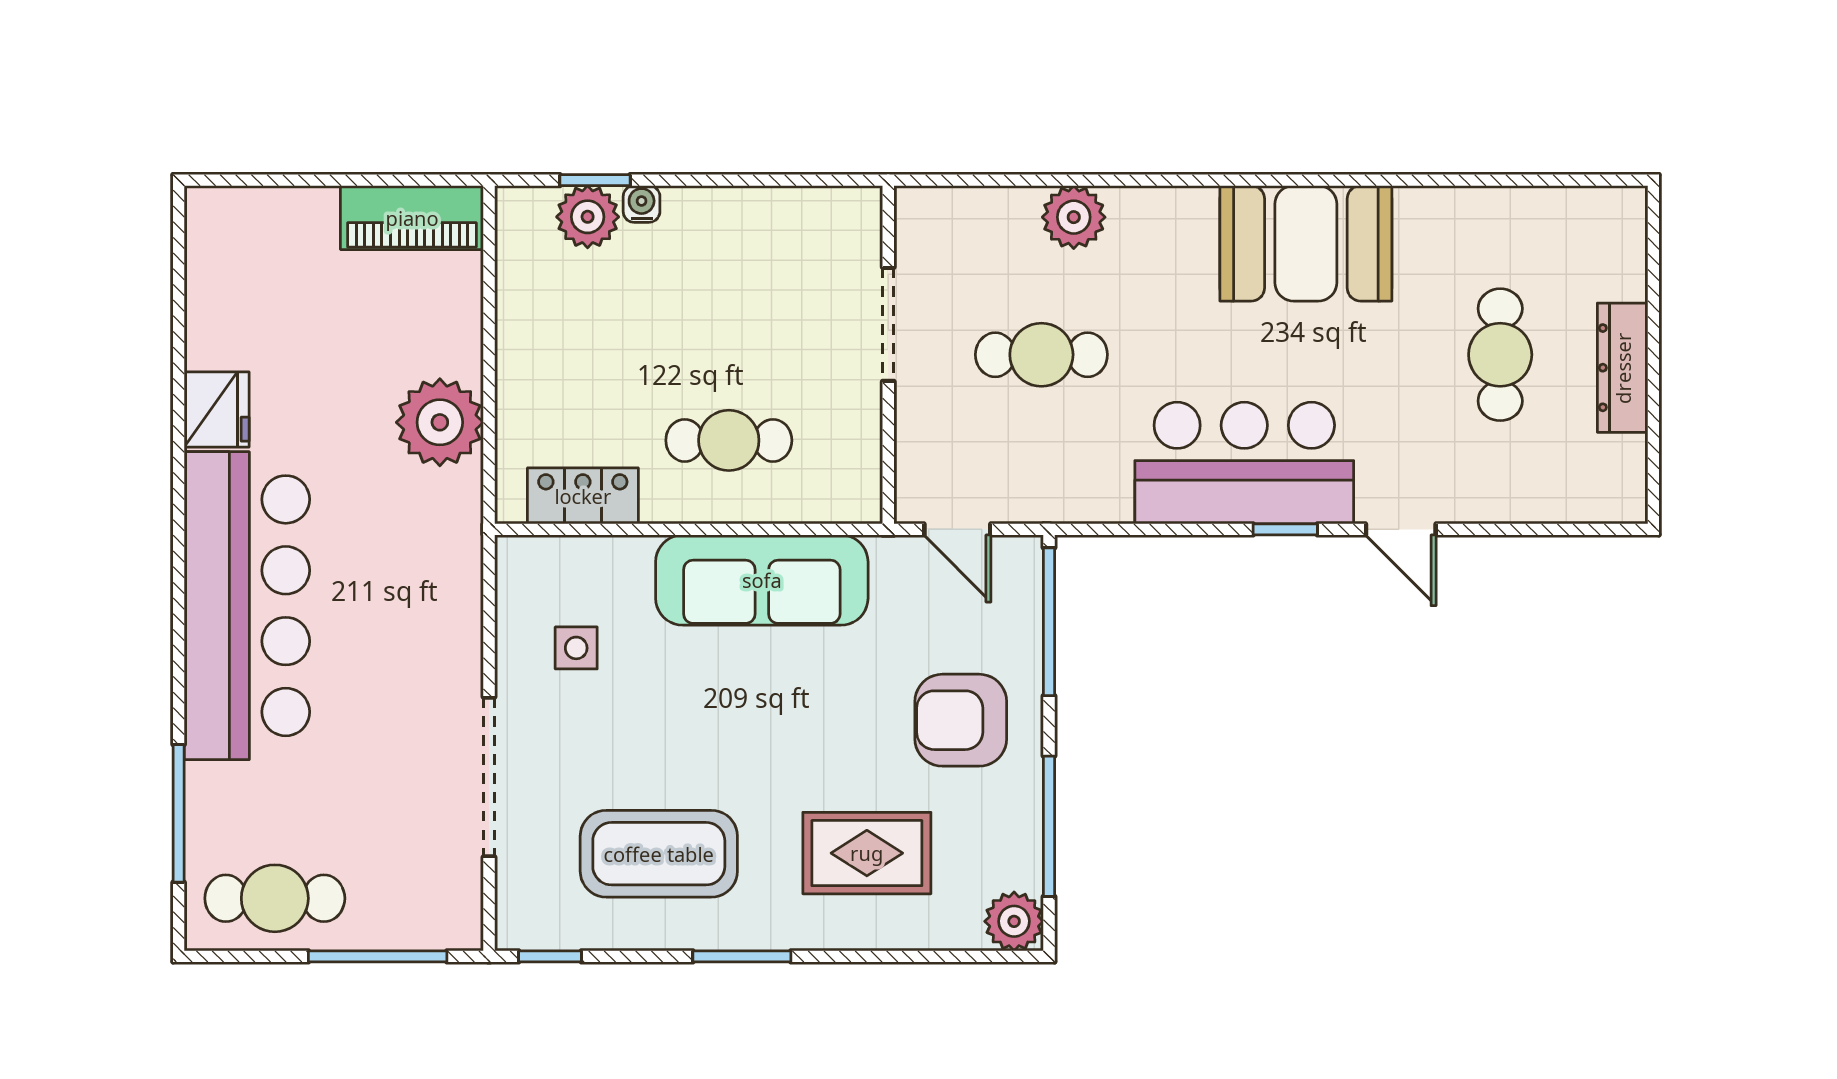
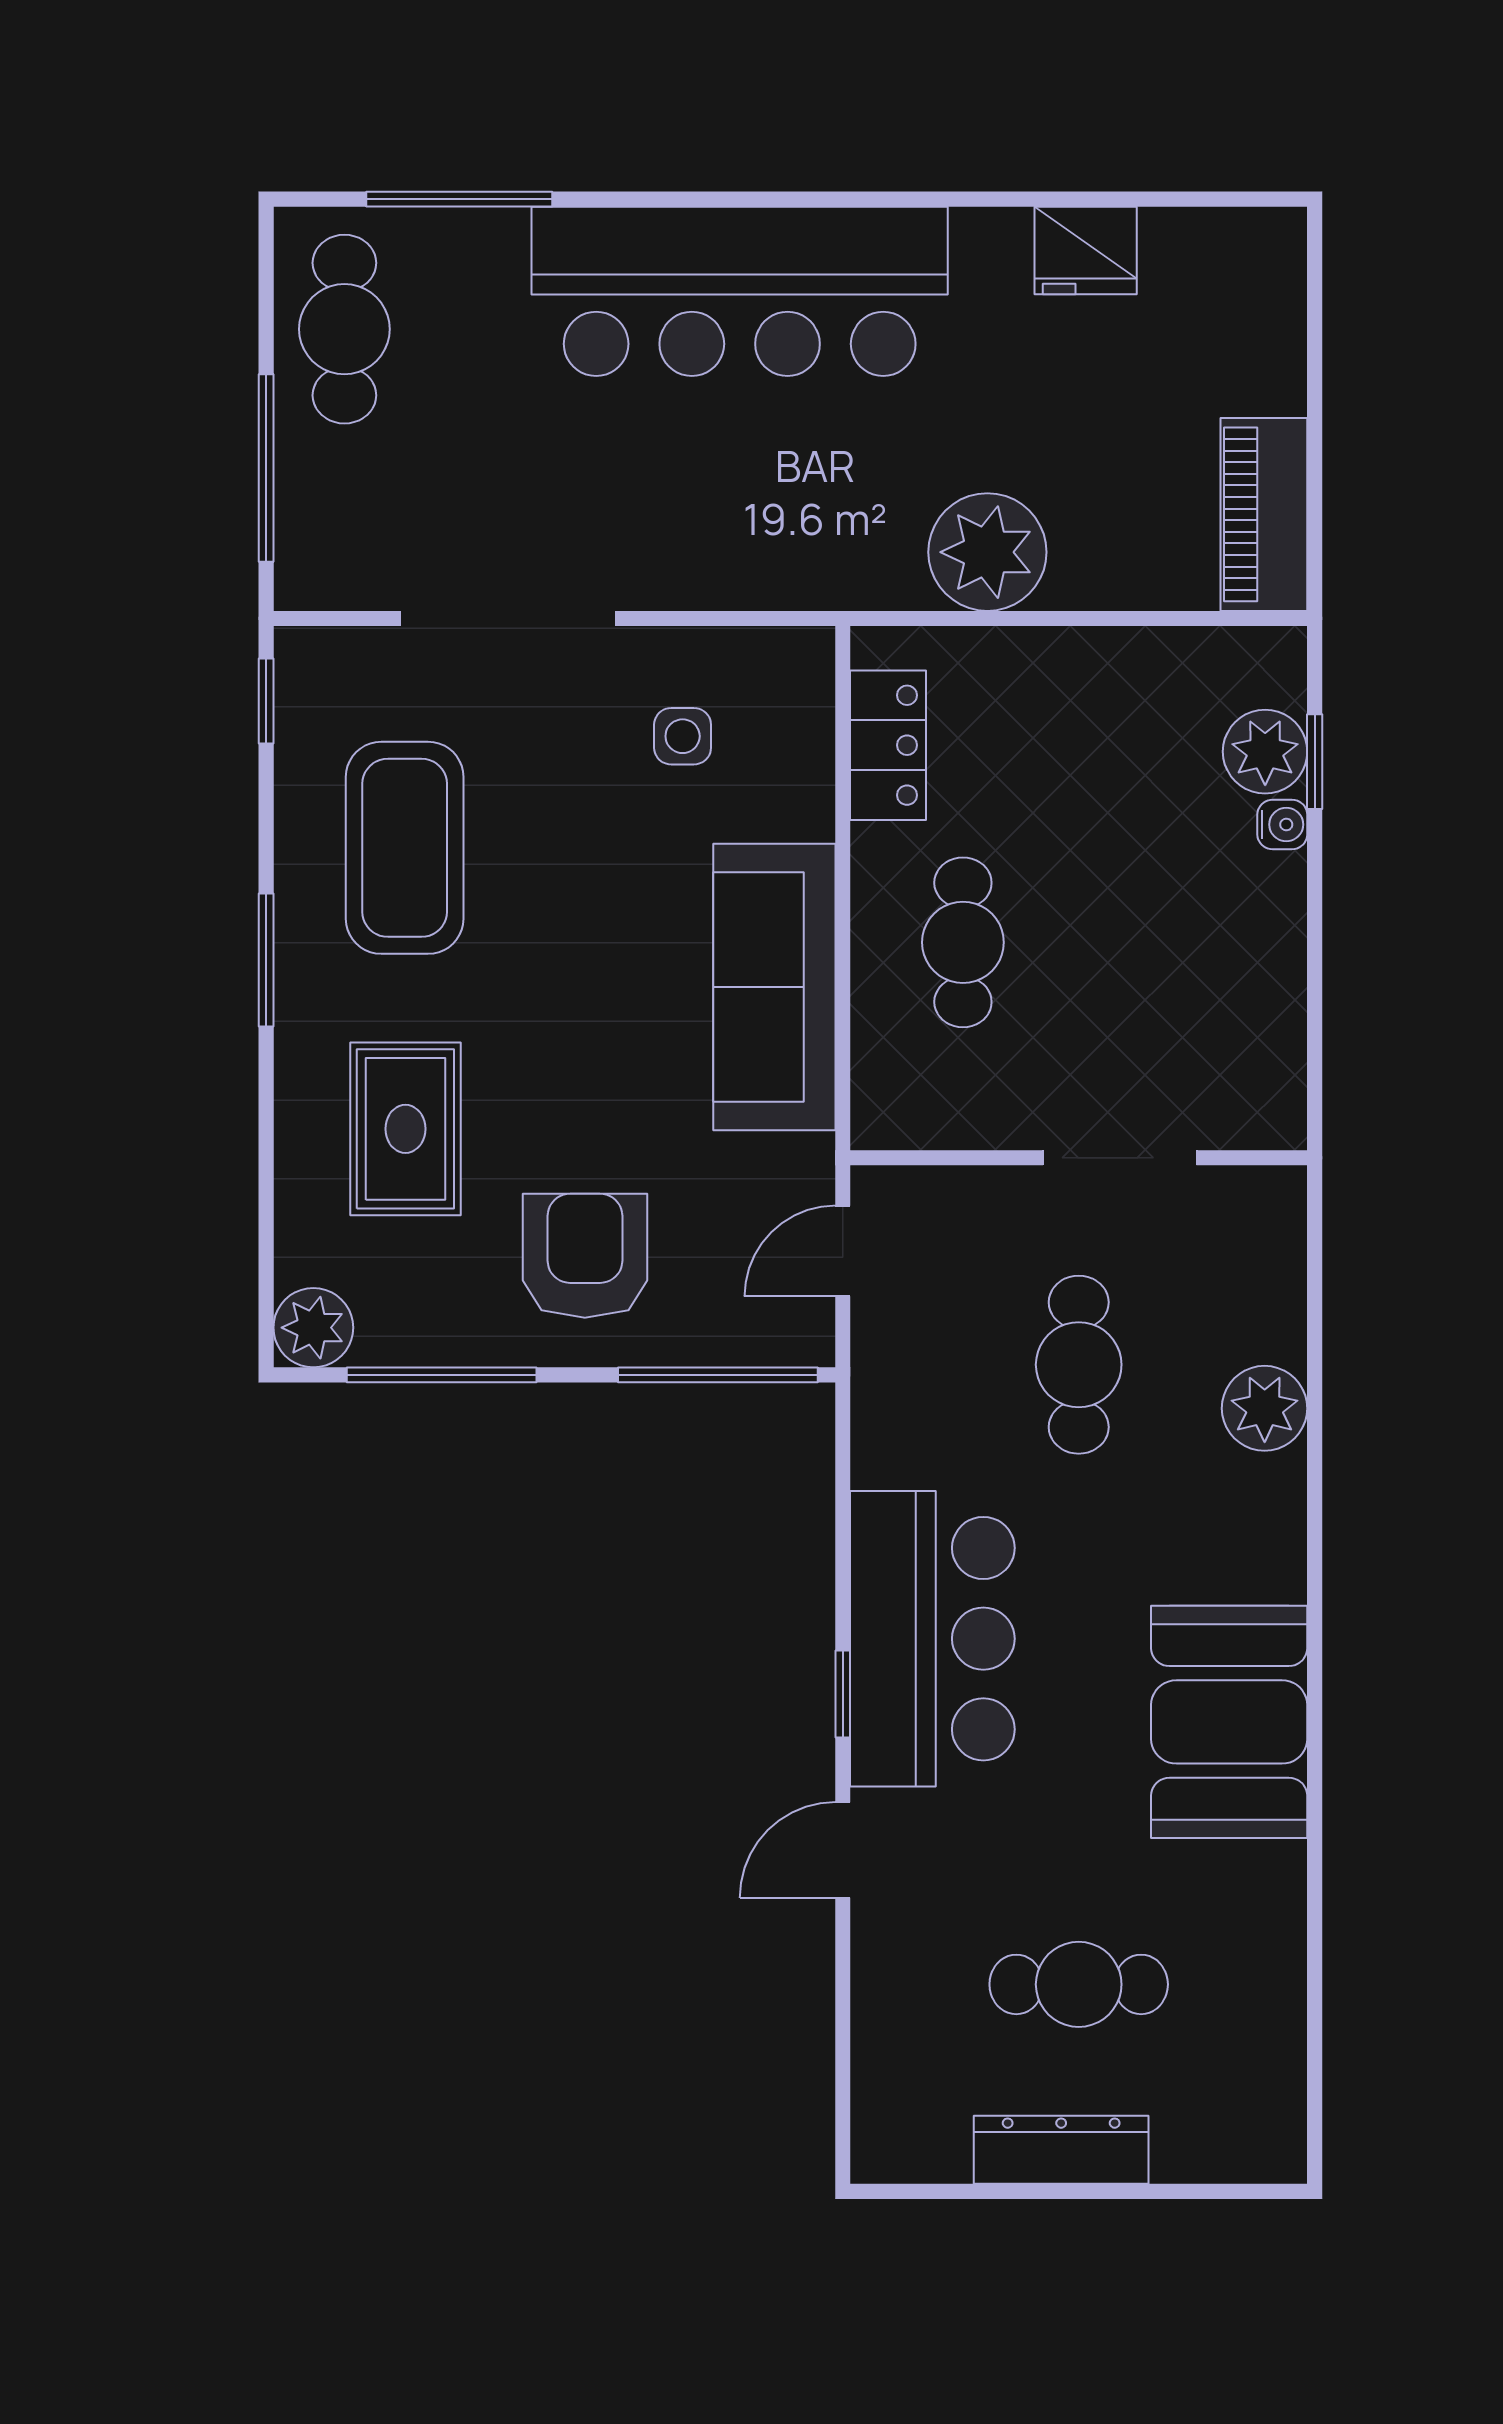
fridge: (217, 410) -> (1086, 250), moved

